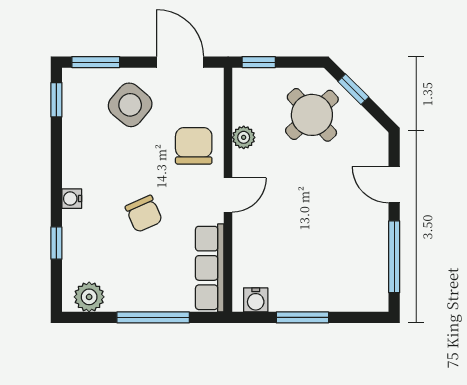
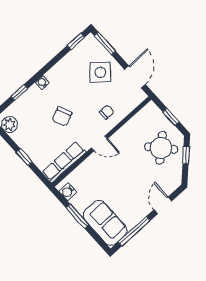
window: (259, 62) -> (171, 117), moved
plant: (244, 137) -> (128, 129), removed
chair: (194, 146) -> (107, 112), width x0.54, depth x0.54
sofa: (346, 287) -> (105, 223), added
window: (153, 317) -> (24, 157), width x0.46

